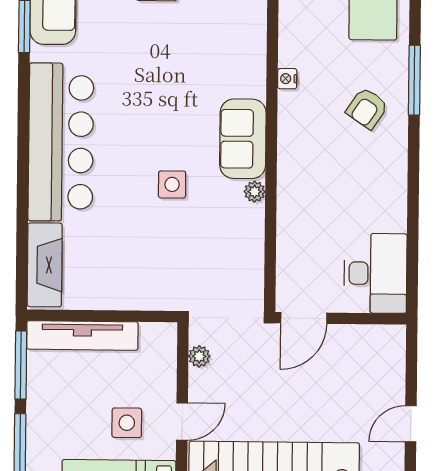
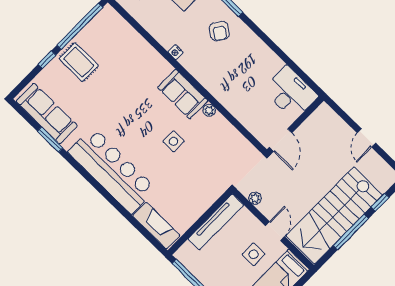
tv unit: (82, 335) -> (216, 222), moved

